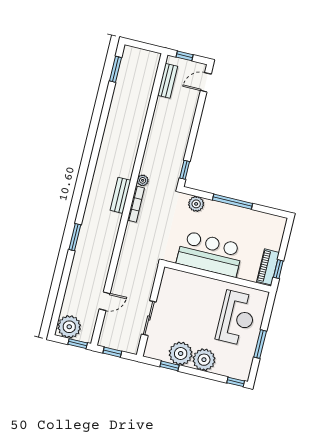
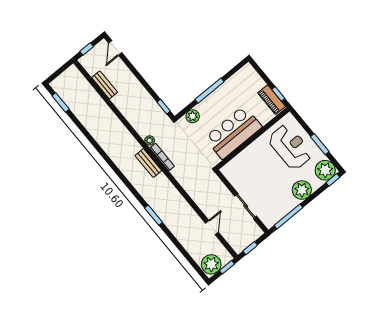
bench: (167, 81) -> (105, 85), moved
plant: (181, 353) -> (325, 170), moved
window: (169, 366) -> (288, 216), width x2.17

